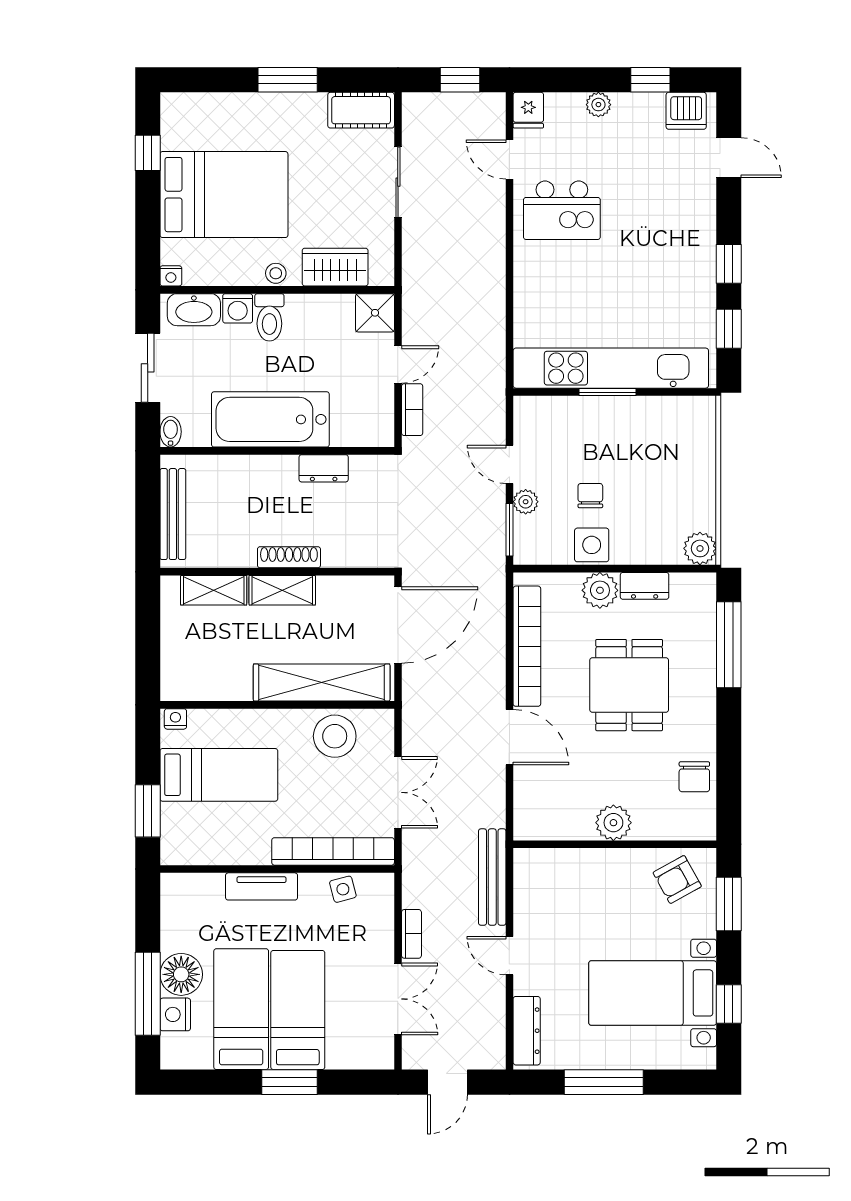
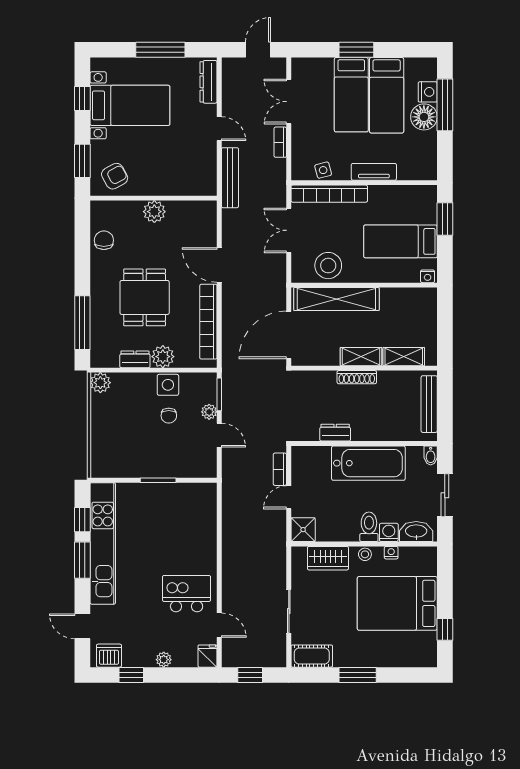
window: (729, 264) -> (82, 560), width x1.50
nightstand: (171, 276) -> (391, 553), moved
kitchen unit: (611, 368) -> (103, 543), moved, turned -90

